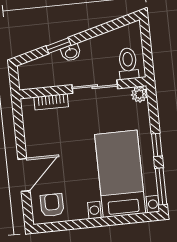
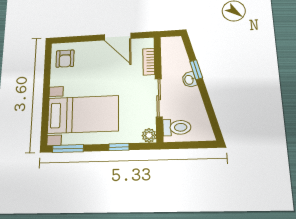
window: (157, 145) -> (119, 147), moved
door: (24, 175) -> (118, 37), moved
armchair: (52, 205) -> (65, 59), turned 90

